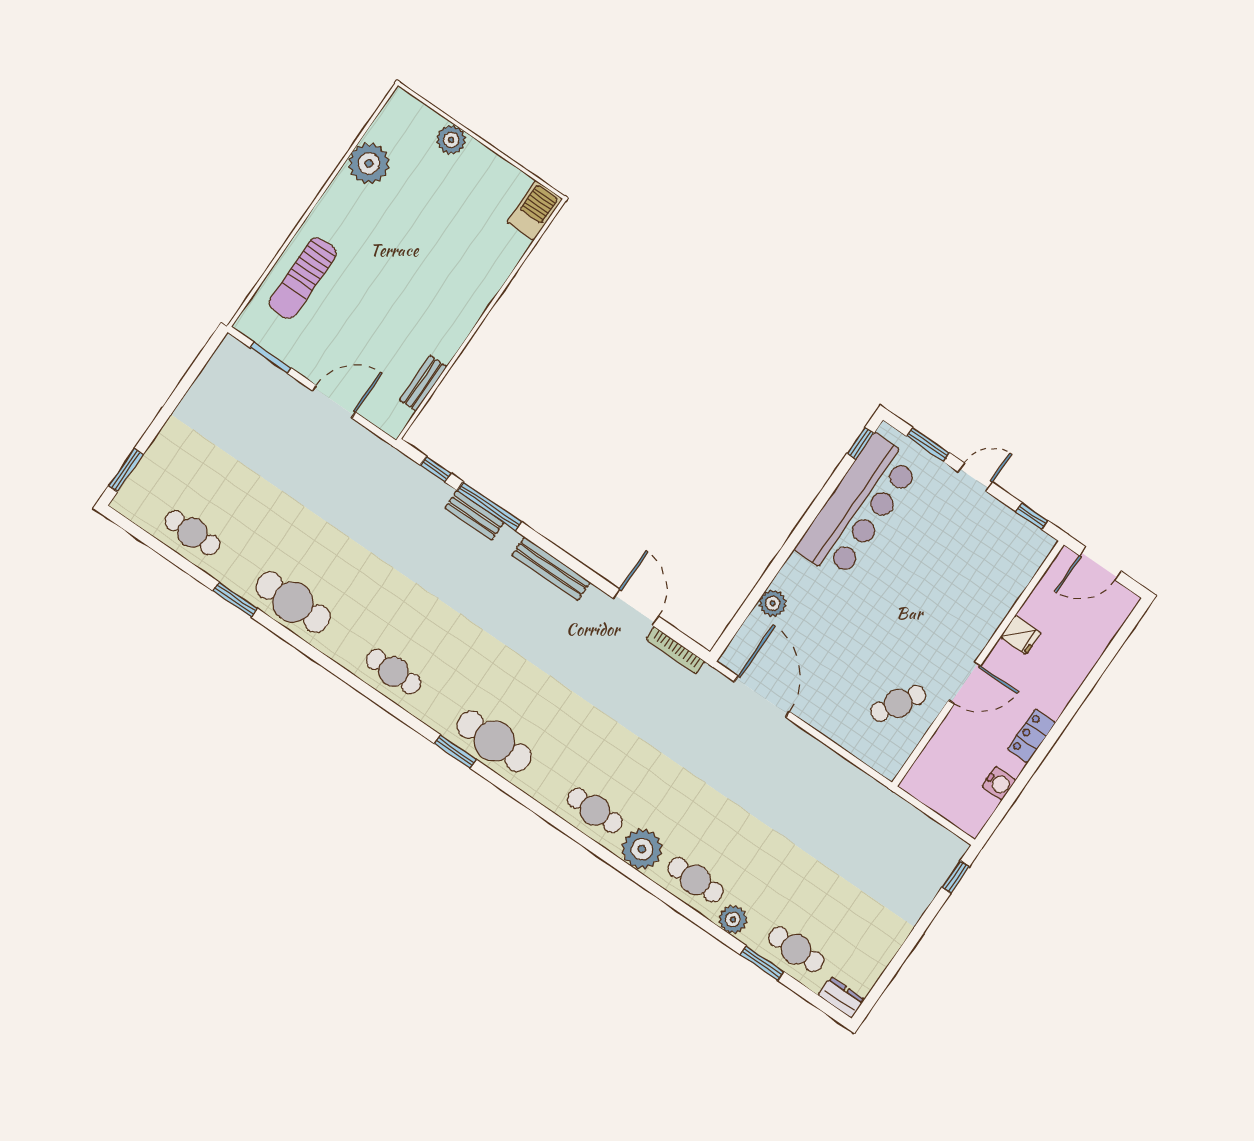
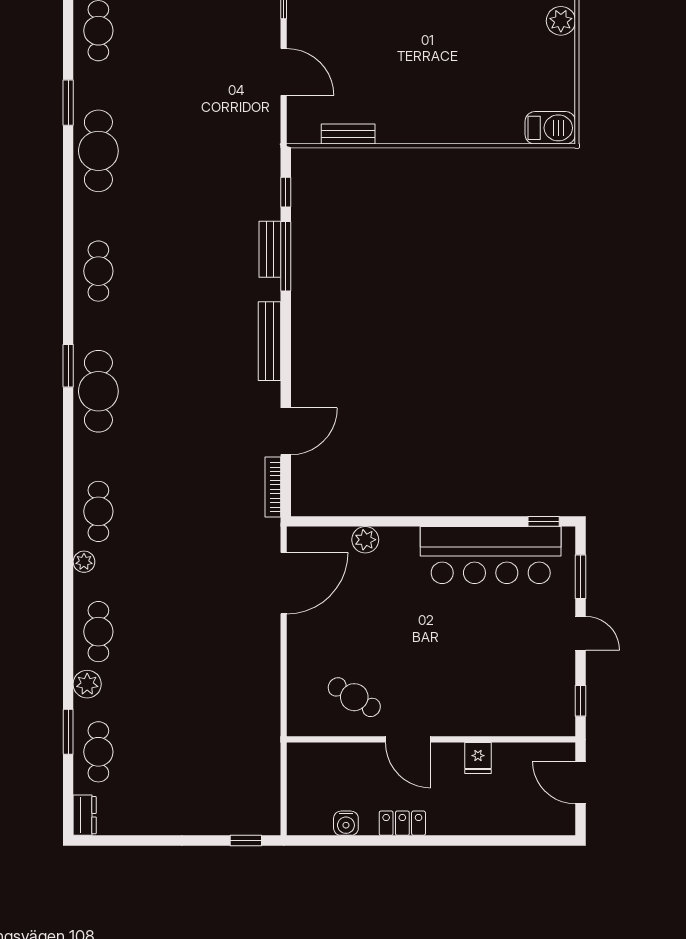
plant: (642, 849) -> (84, 562), width x0.53, depth x0.53

